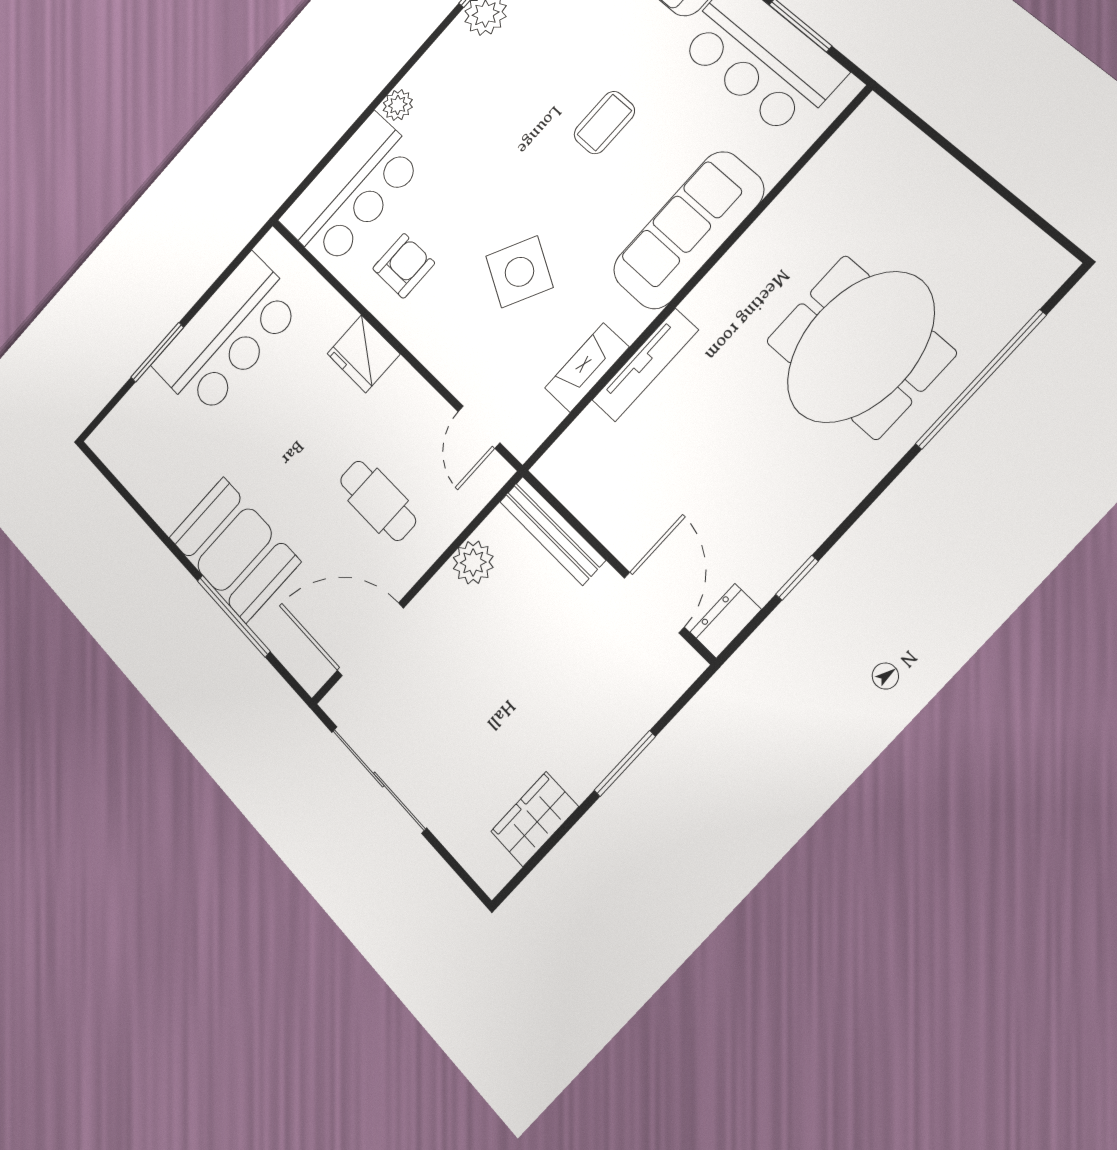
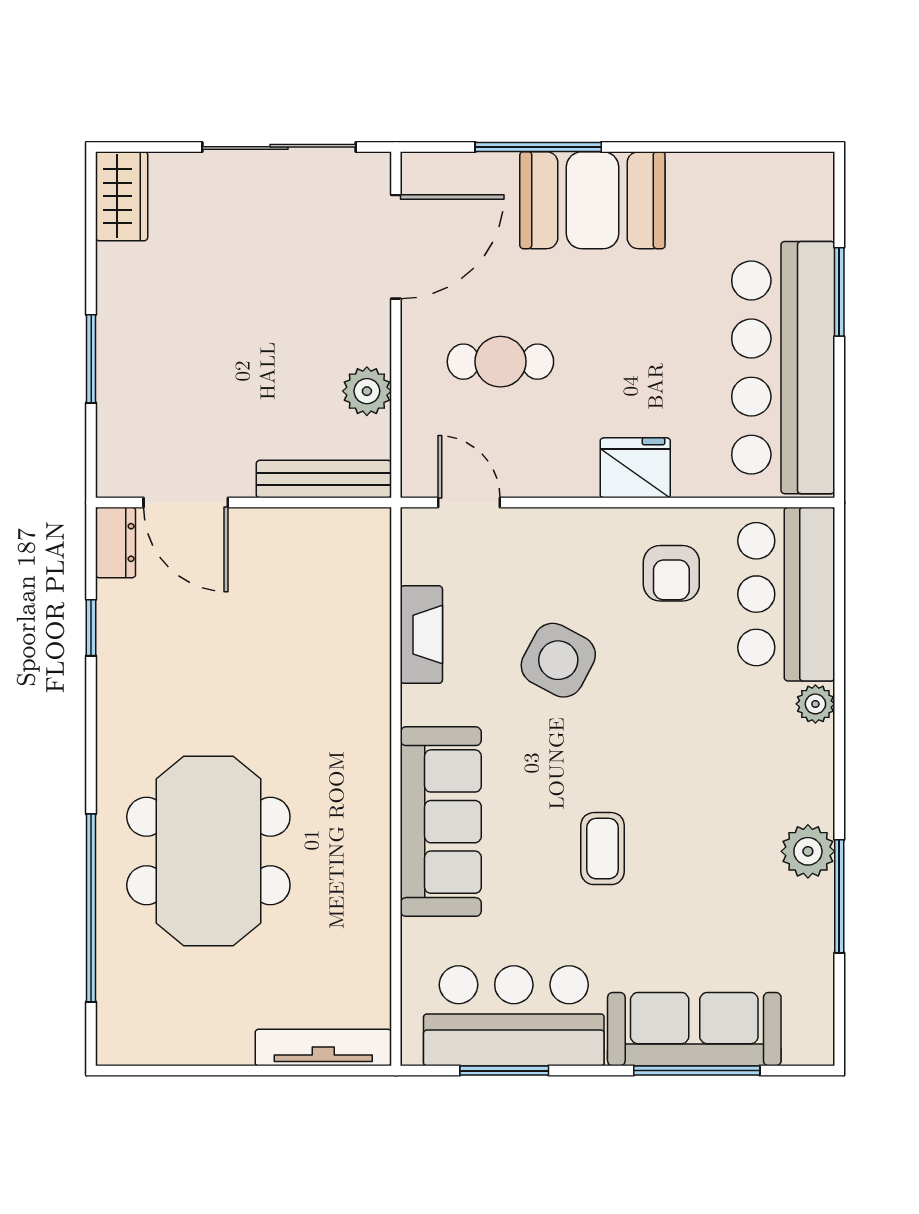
bar counter: (227, 336) -> (783, 368), width x1.36
tv unit: (645, 365) -> (323, 1048), moved, turned 90
wardrobe: (535, 819) -> (122, 196), moved

